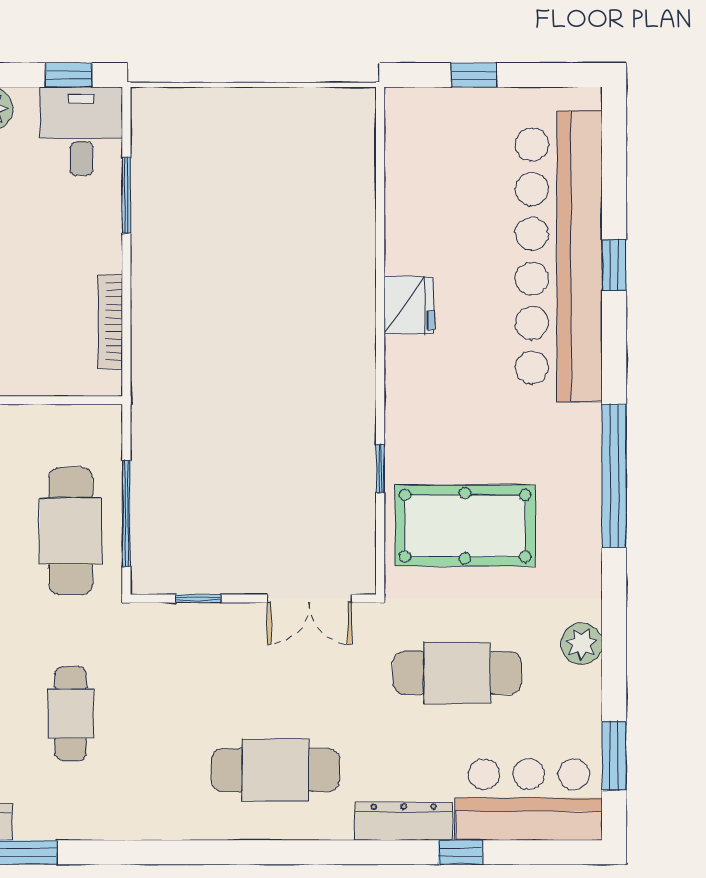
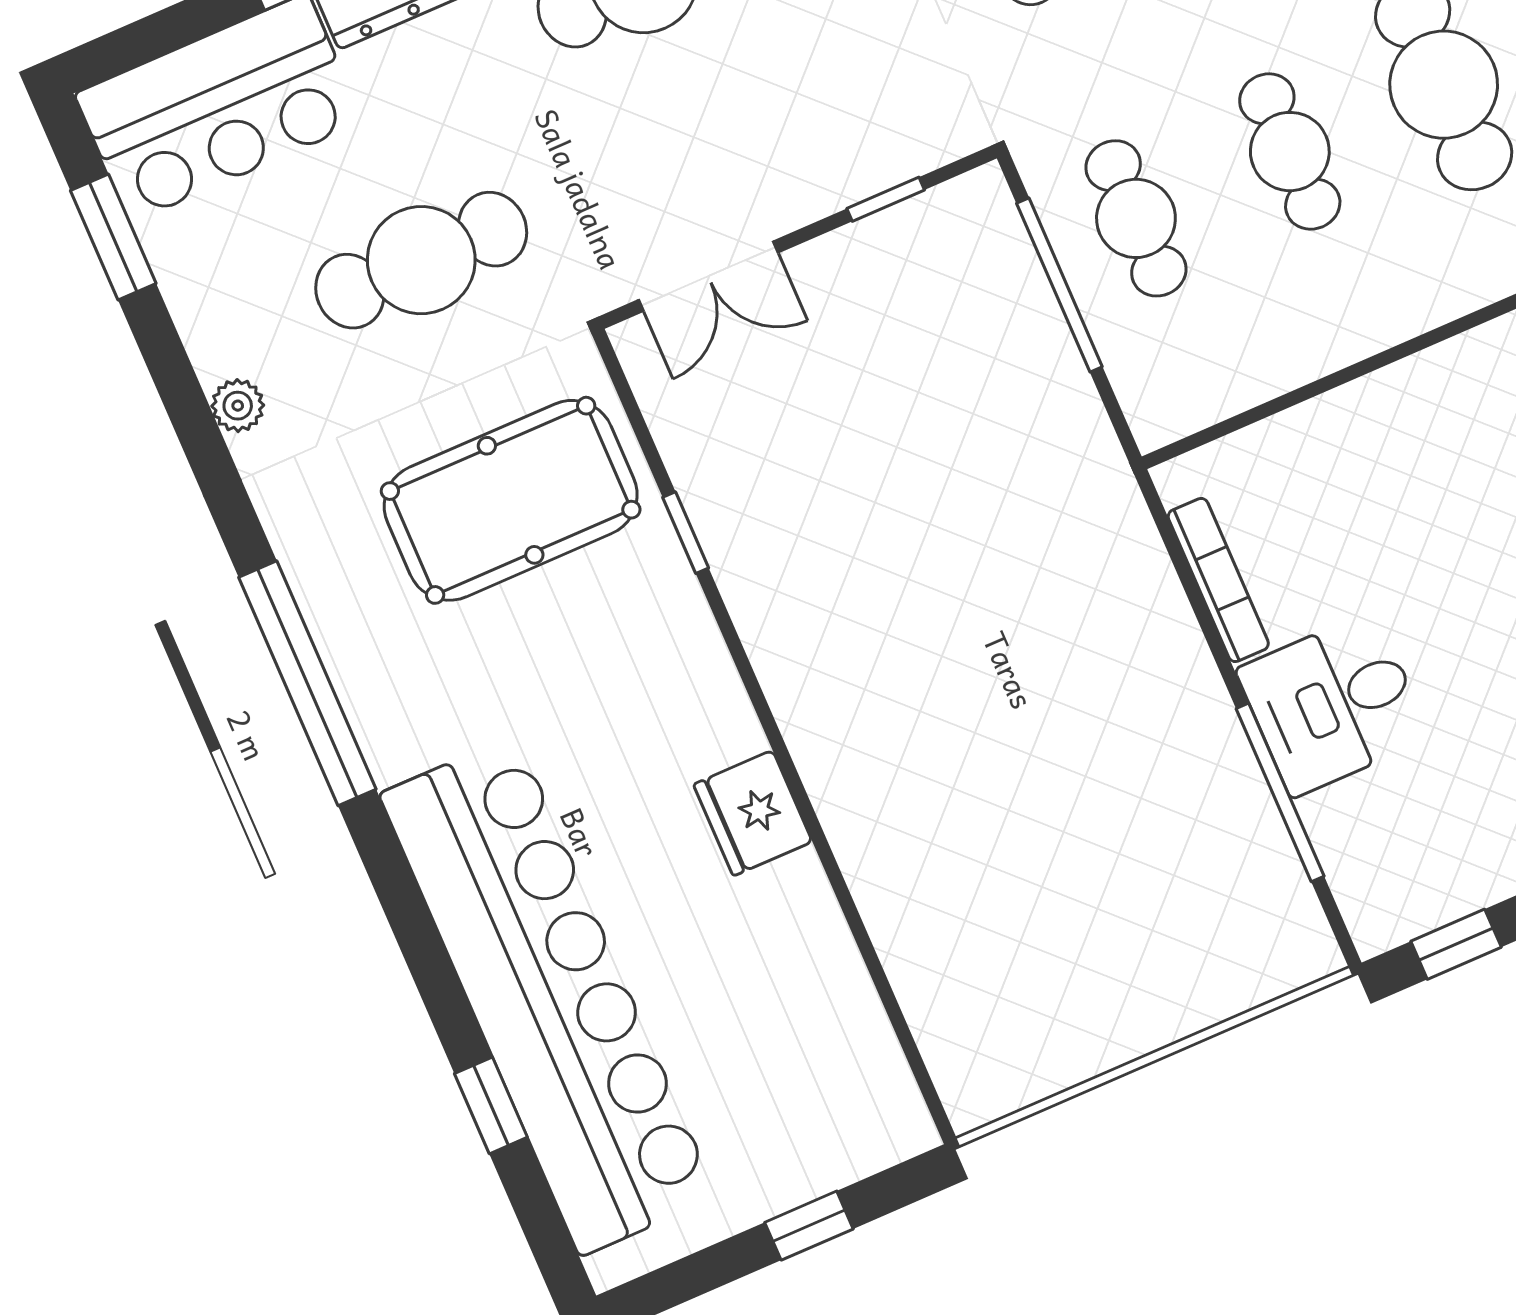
desk: (81, 131) -> (1333, 704), moved, turned 90
window: (126, 195) -> (1280, 793), width x1.44
window: (614, 265) -> (491, 1105), moved
cafe table: (71, 531) -> (1136, 218), width x0.73, depth x0.74
double door: (309, 598) -> (708, 276), swing flipped
plant: (582, 644) -> (238, 406), width x0.73, depth x0.73

